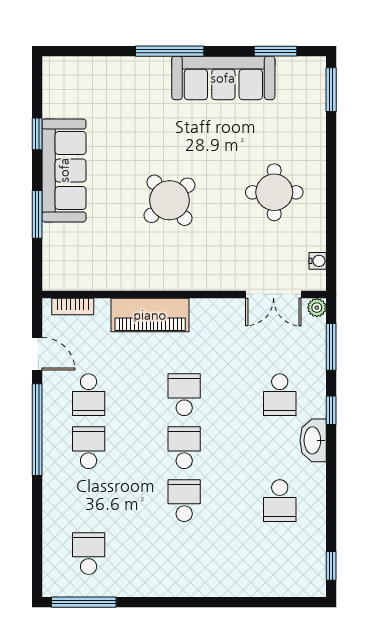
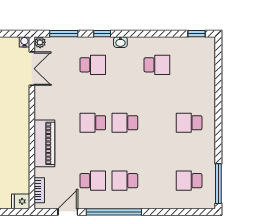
water cooler: (318, 261) -> (24, 42), moved
fridge: (55, 276) -> (21, 201), added
washbasin: (313, 440) -> (120, 42), width x0.52, depth x0.69
school desk: (184, 501) -> (189, 123), moved

